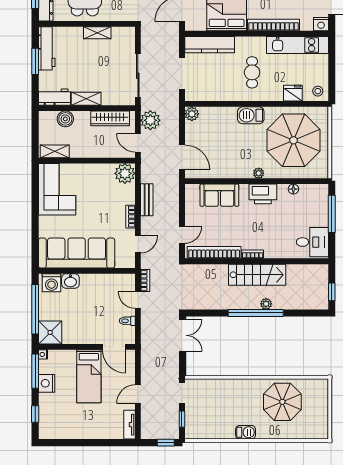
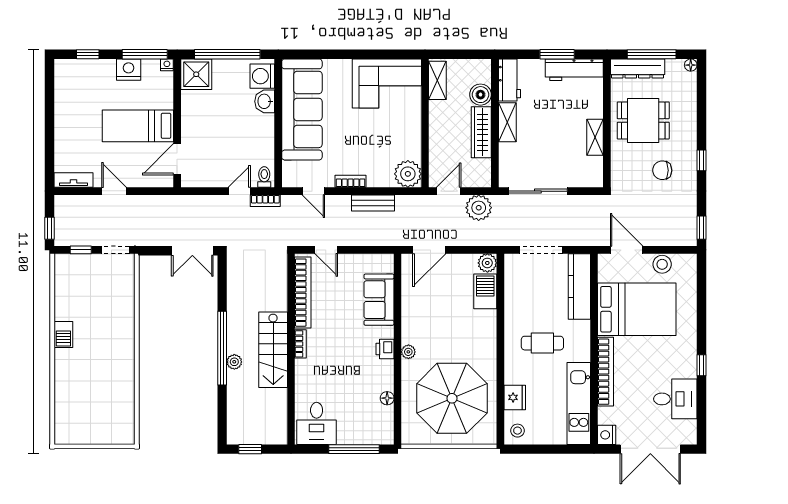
barbecue: (251, 115) -> (485, 291), moved
wardrobe: (110, 118) -> (481, 132), moved
printer: (263, 194) -> (385, 349), width x0.53, depth x0.68
toilet: (127, 321) -> (264, 177), moved
parasol: (282, 402) -> (104, 383), removed

